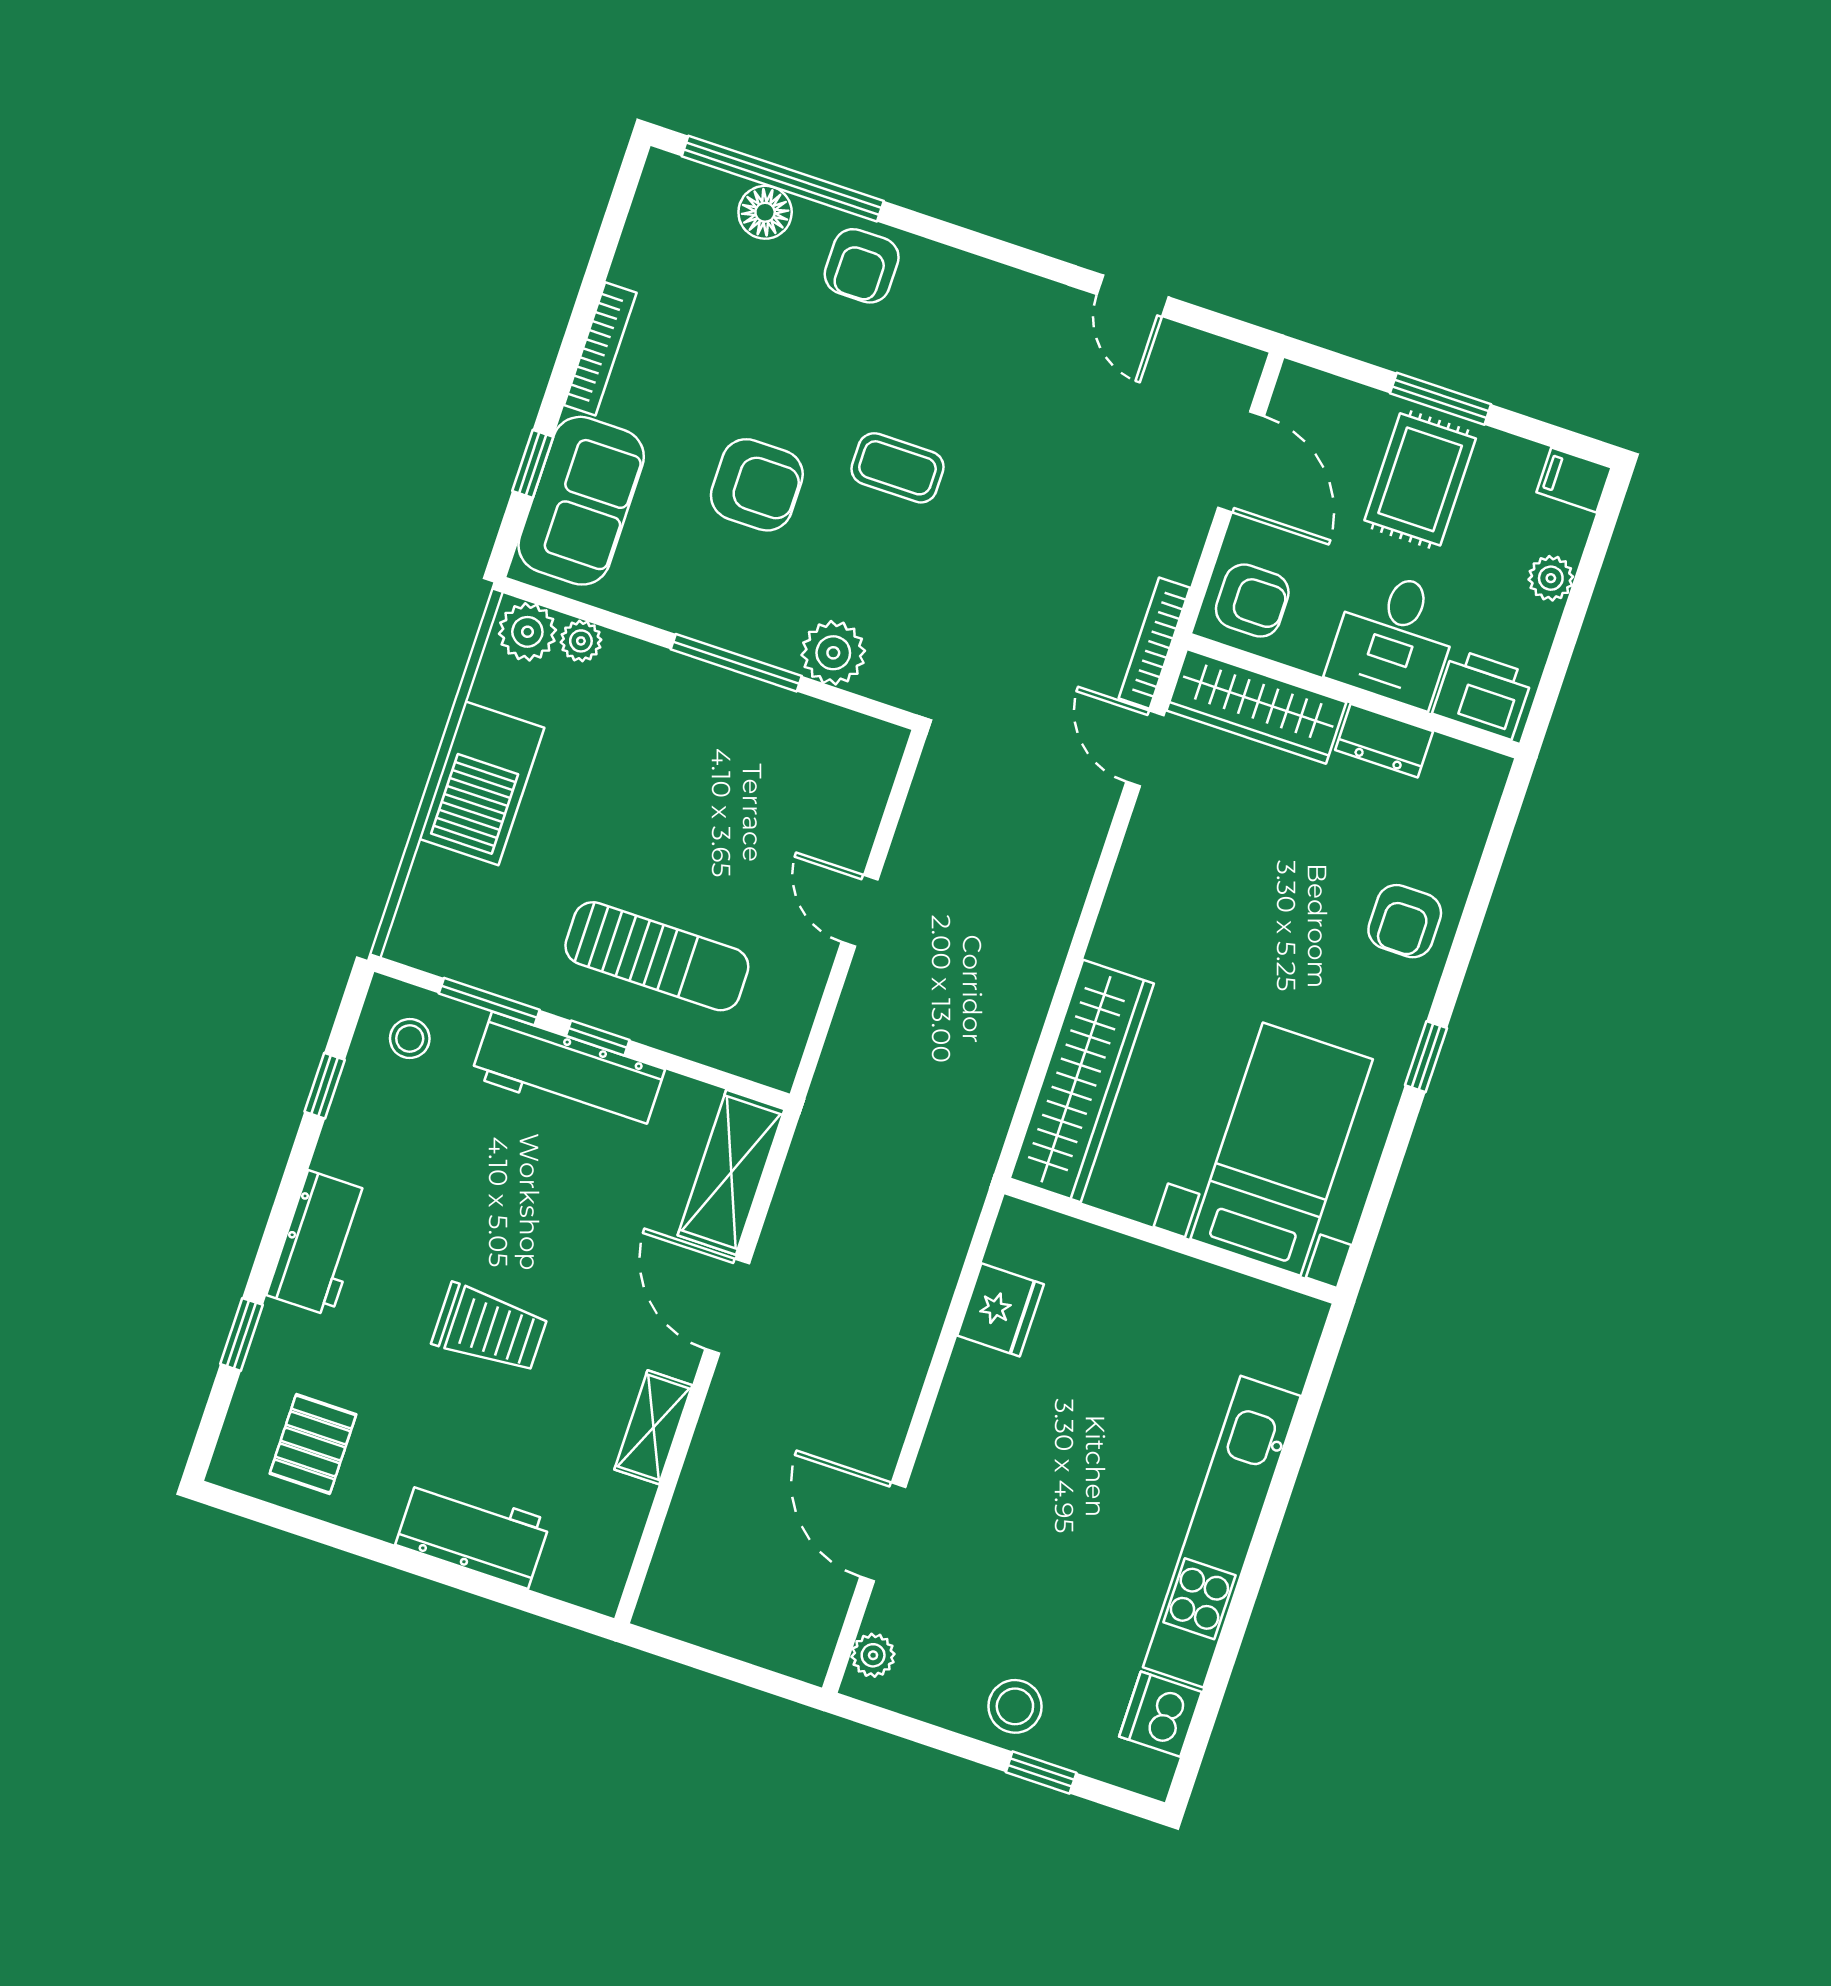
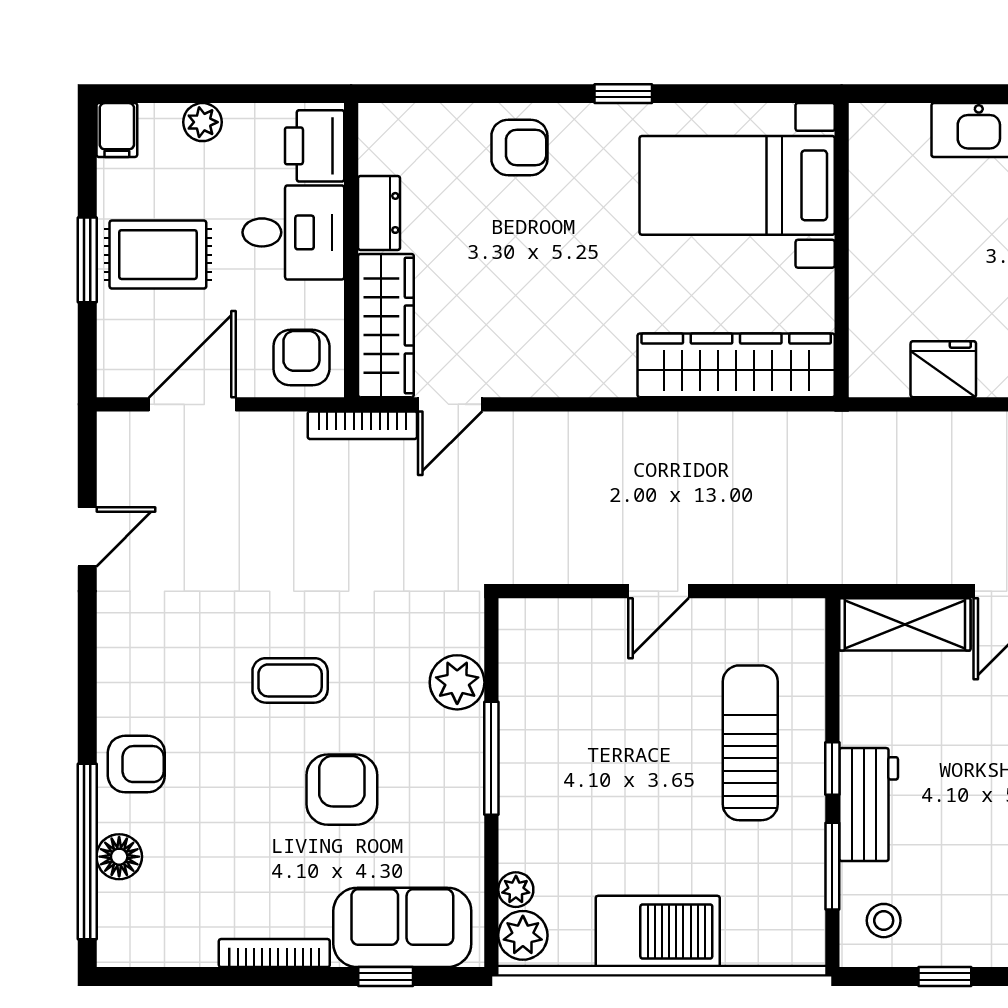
coffee table: (897, 468) -> (290, 680), turned 90
workbench: (568, 1073) -> (869, 805), width x0.73

